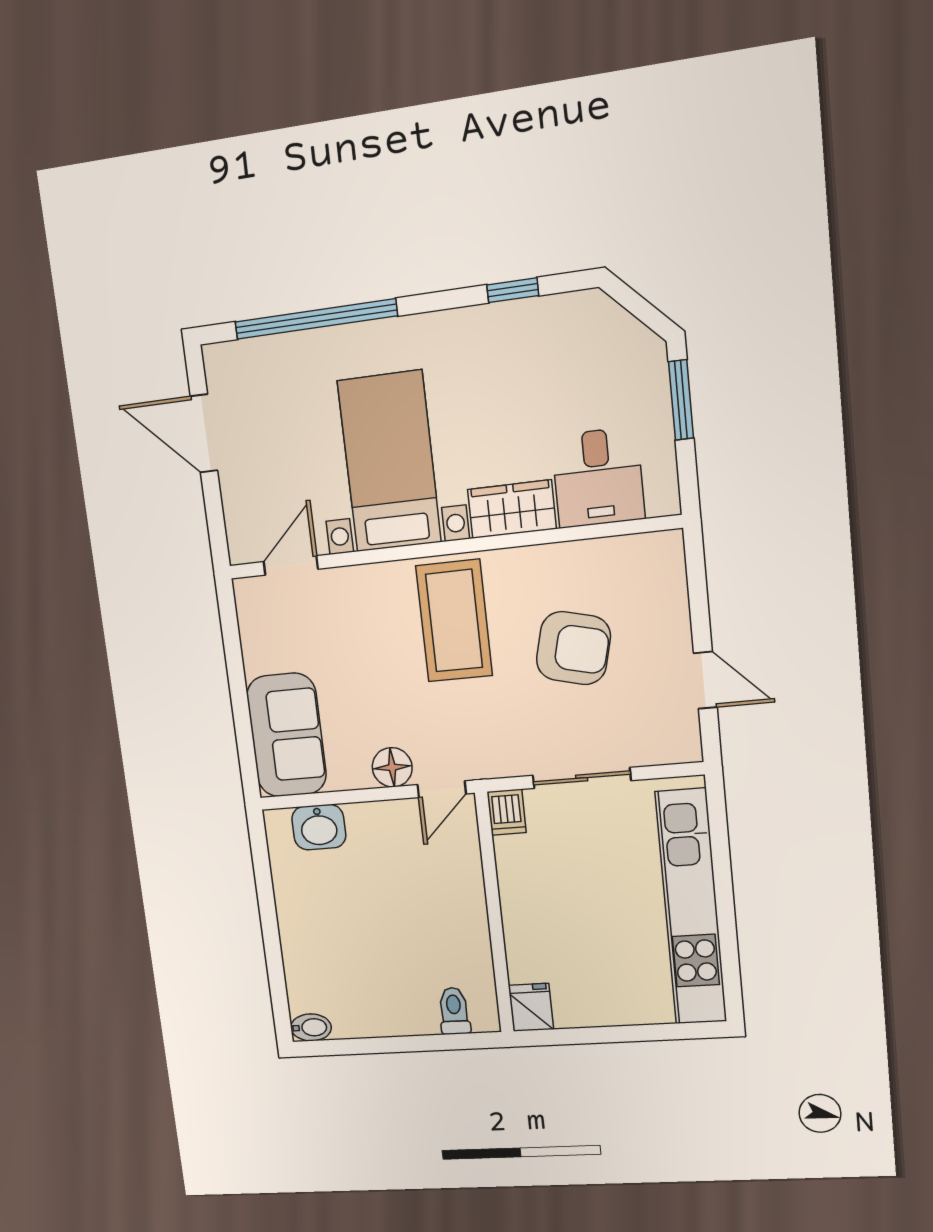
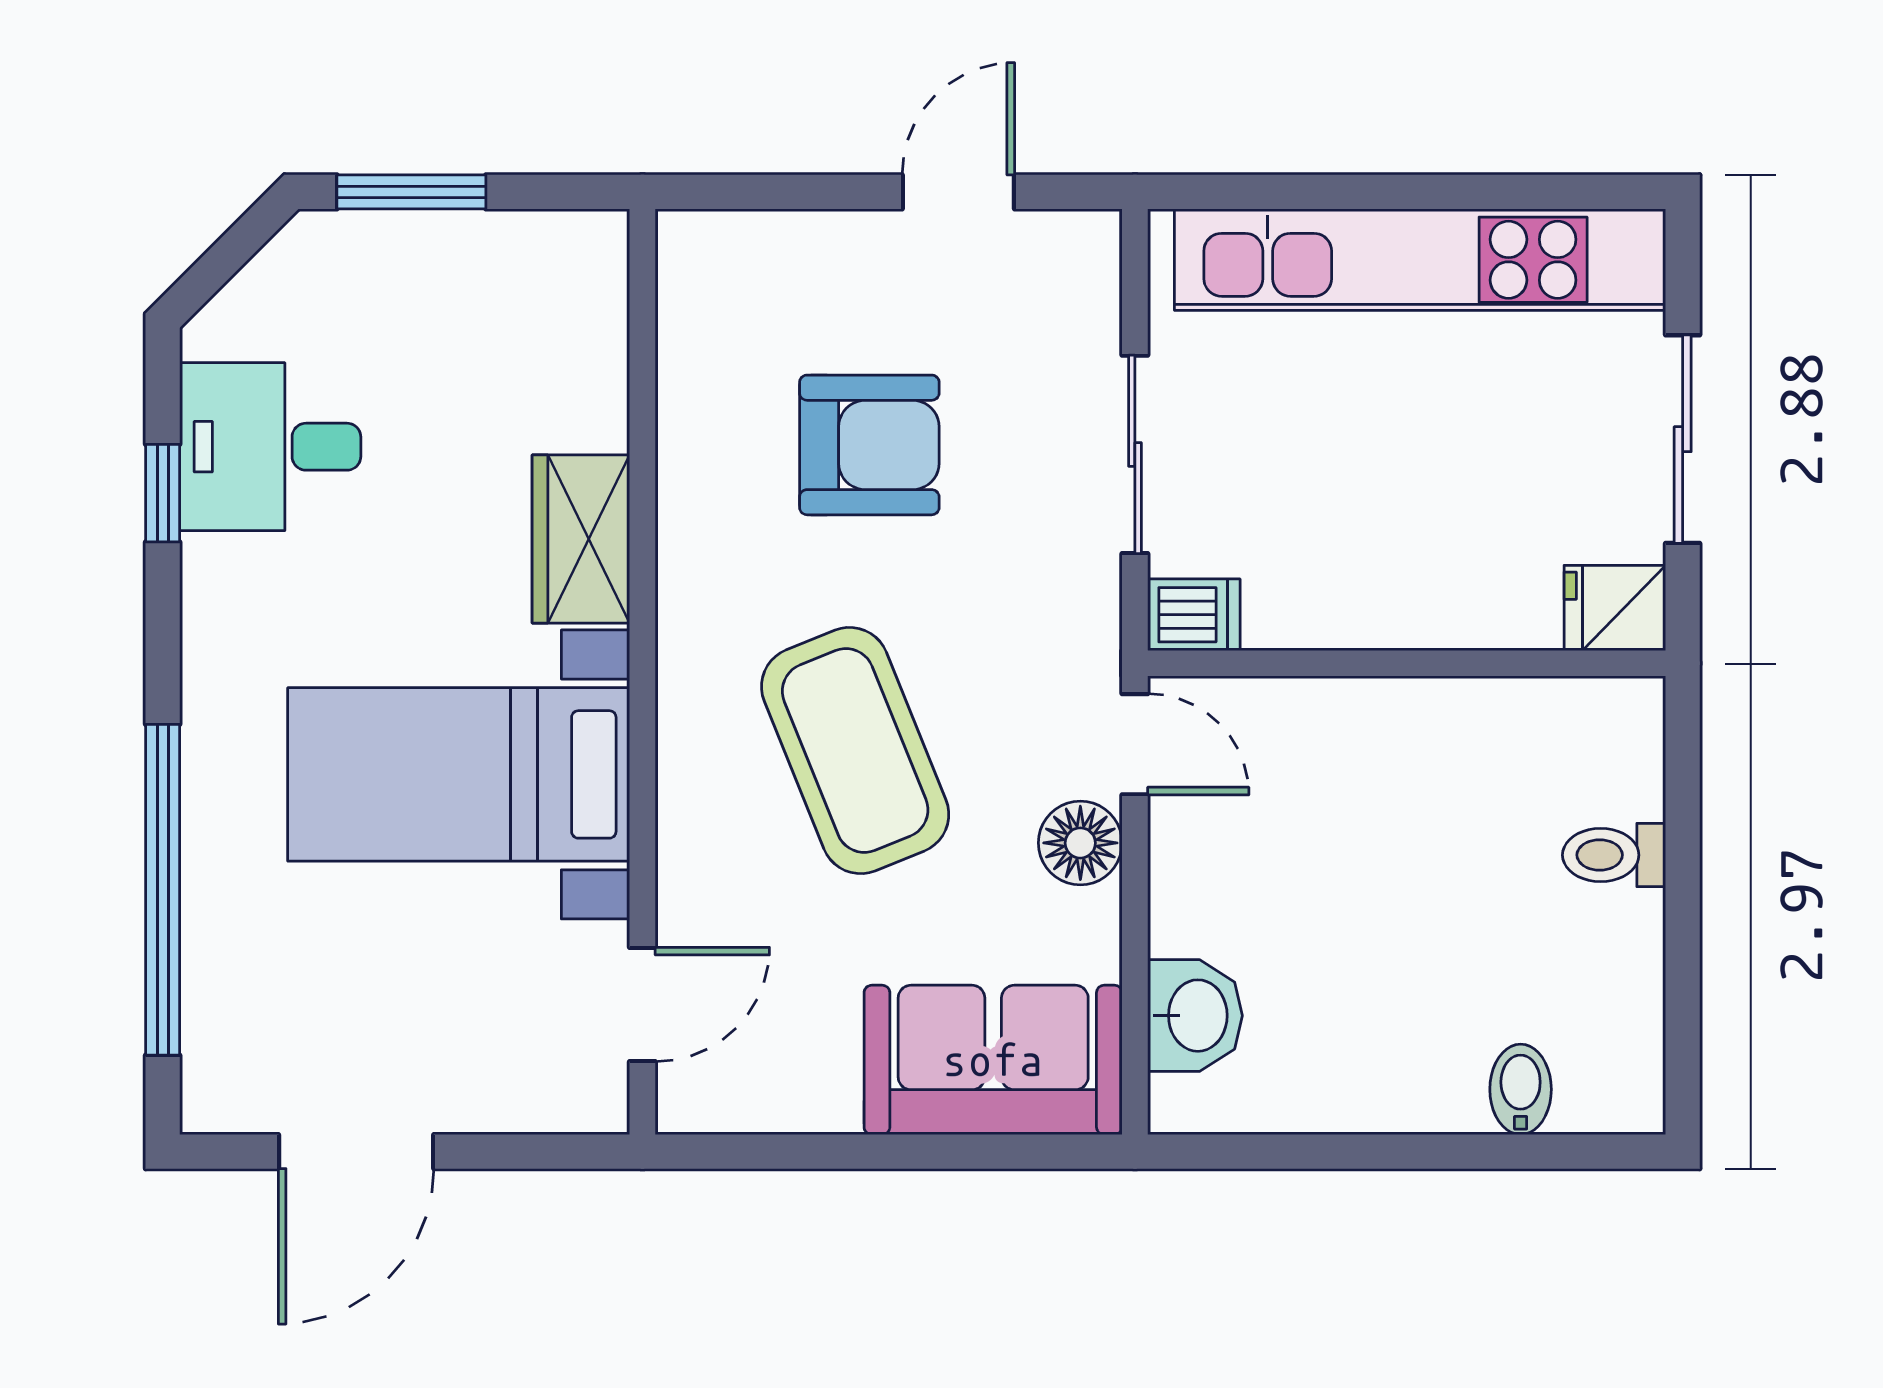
desk: (598, 477) -> (270, 447), moved, turned 180
door: (291, 565) -> (642, 1004), swing flipped
coffee table: (454, 621) -> (855, 751), moved, turned 68
armchair: (573, 648) -> (869, 445), turned 76
toilet: (454, 1011) -> (1614, 855), moved
bidet: (311, 1027) -> (1521, 1089), moved
sliding door: (615, 1034) -> (1683, 439), added

